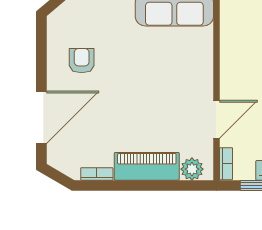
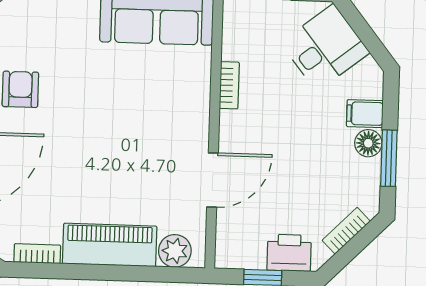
bookcase: (226, 164) -> (229, 85), moved

